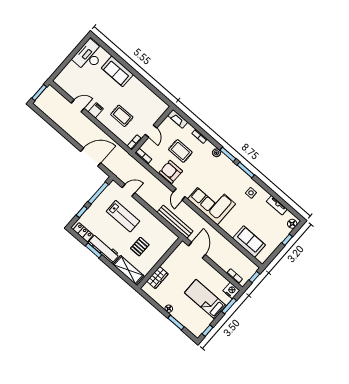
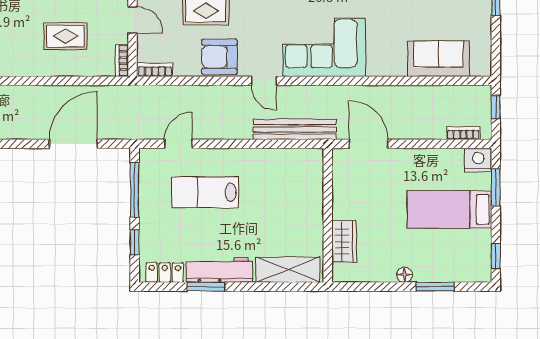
filing cabinet: (96, 110) -> (17, 63), removed
lab bench: (123, 216) -> (205, 192), turned 180
pallet: (140, 247) -> (274, 217), removed

